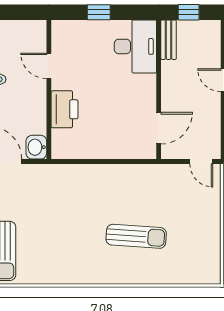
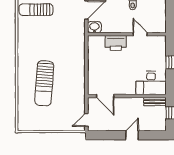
door: (49, 66) -> (140, 34), hinge flipped
sun lounger: (136, 236) -> (44, 83), width x1.36, depth x1.34

